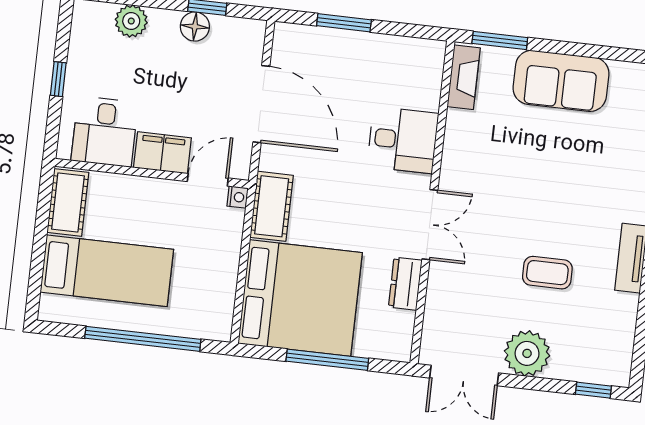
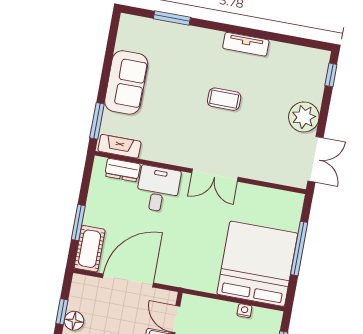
nightstand: (237, 197) -> (244, 311), moved
cot: (272, 206) -> (90, 249), moved, turned 90
double door: (430, 225) -> (215, 175), swing flipped
coffee table: (547, 273) -> (224, 99), moved, turned 90
dresser: (405, 284) -> (123, 170), moved

